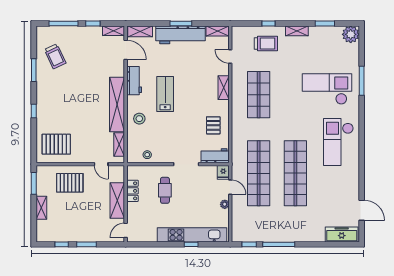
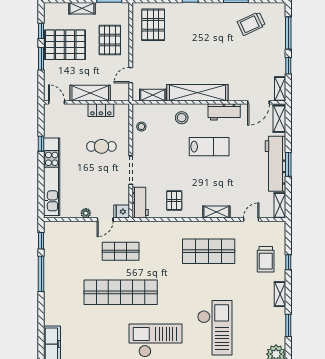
pallet: (213, 125) -> (174, 200), turned 90
shop shelf: (259, 173) -> (121, 251), width x0.50, depth x0.74
pallet: (74, 223) -> (65, 45), added
window: (191, 244) -> (41, 144), moved

